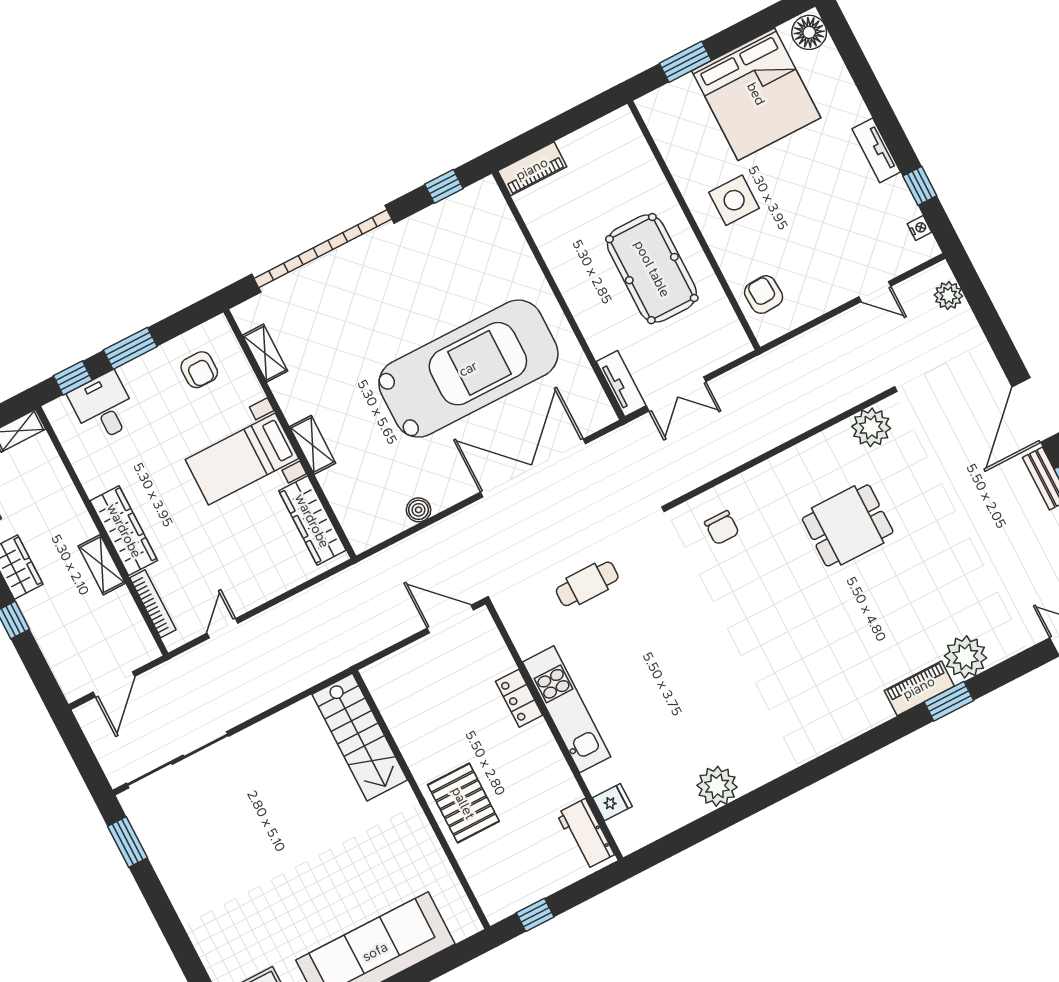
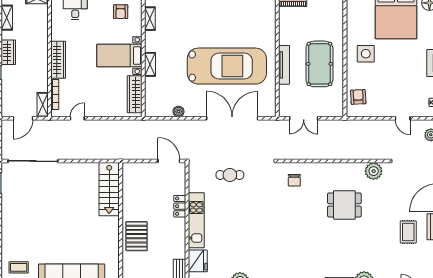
tv unit: (621, 384) -> (284, 65), moved, width x1.41
rug: (1004, 513) -> (408, 232), added
shelving: (102, 565) -> (43, 105), moved
fridge: (612, 802) -> (198, 261), width x1.88, depth x1.34

